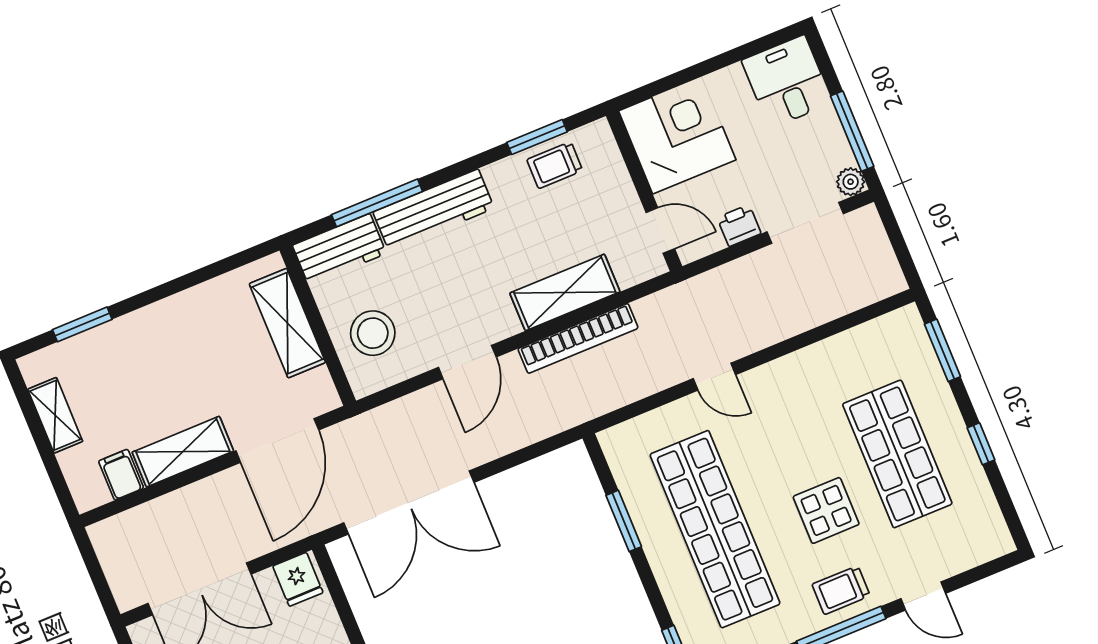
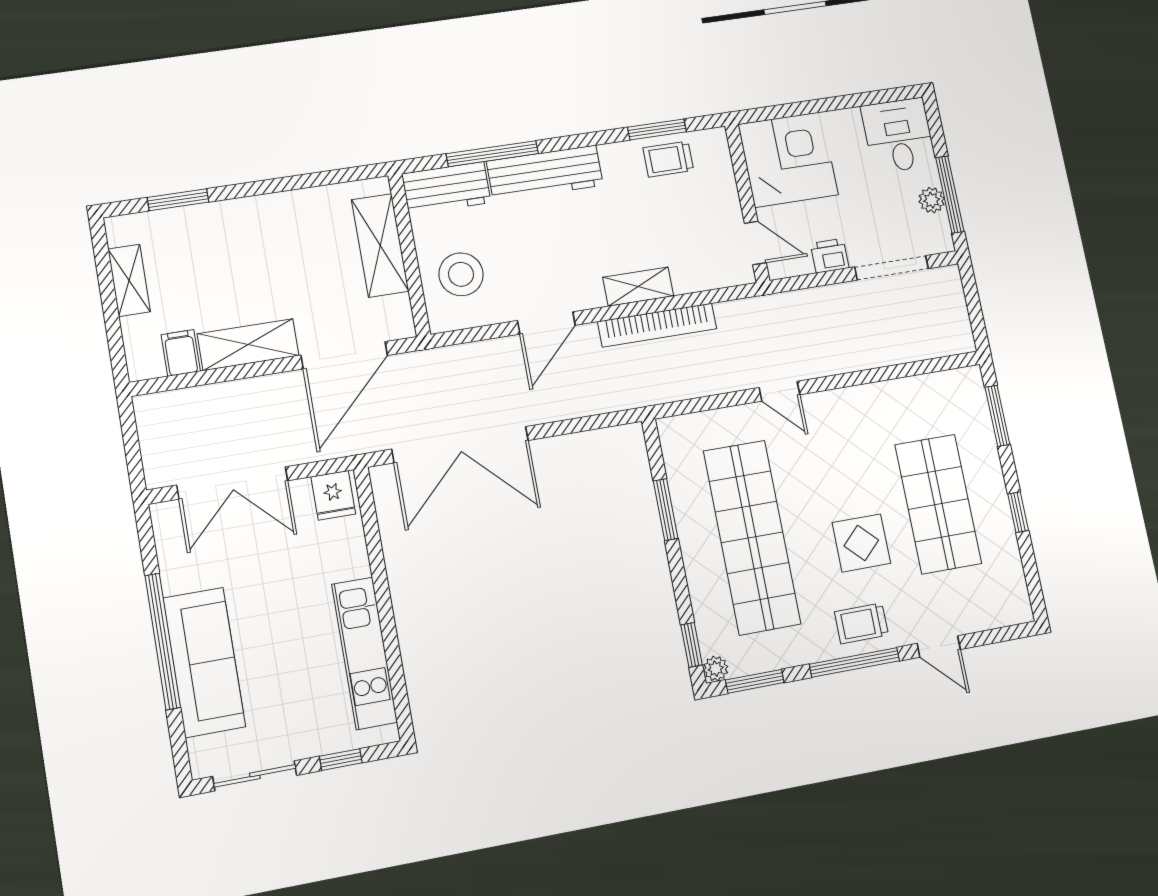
plant: (851, 182) -> (932, 200), moved
shelving: (565, 292) -> (638, 287), width x0.67, depth x0.75

